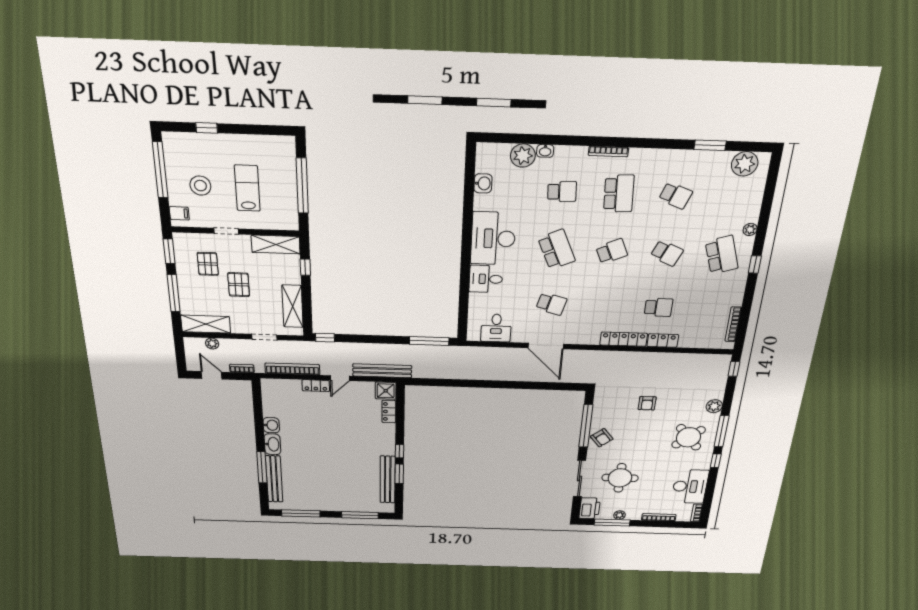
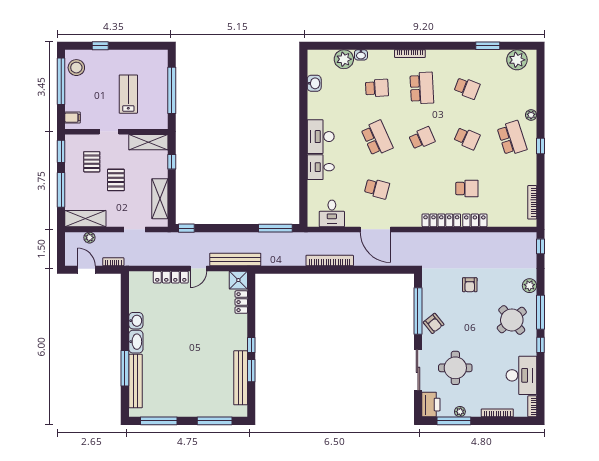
stool: (200, 186) -> (76, 68), moved
desk: (493, 238) -> (321, 137), width x0.73, depth x0.77
bookcase: (292, 369) -> (330, 261), moved
locker: (316, 386) -> (171, 277), width x1.53

